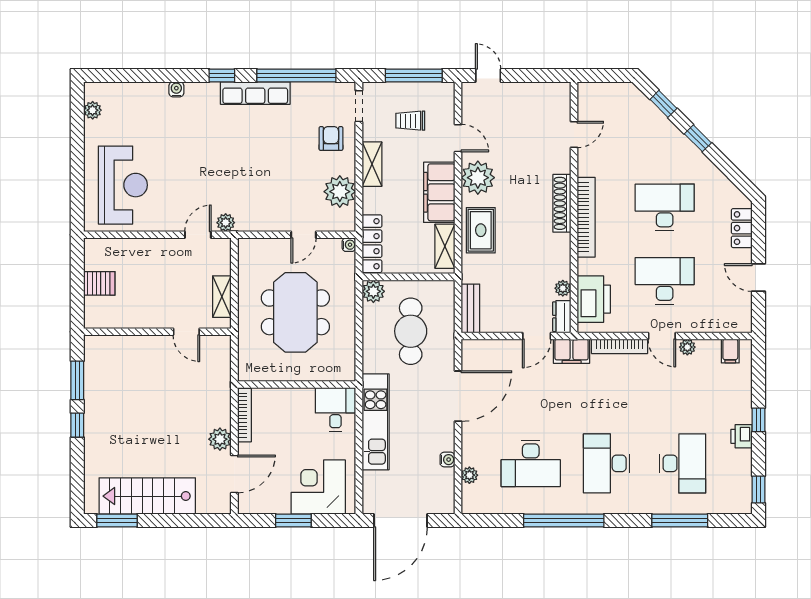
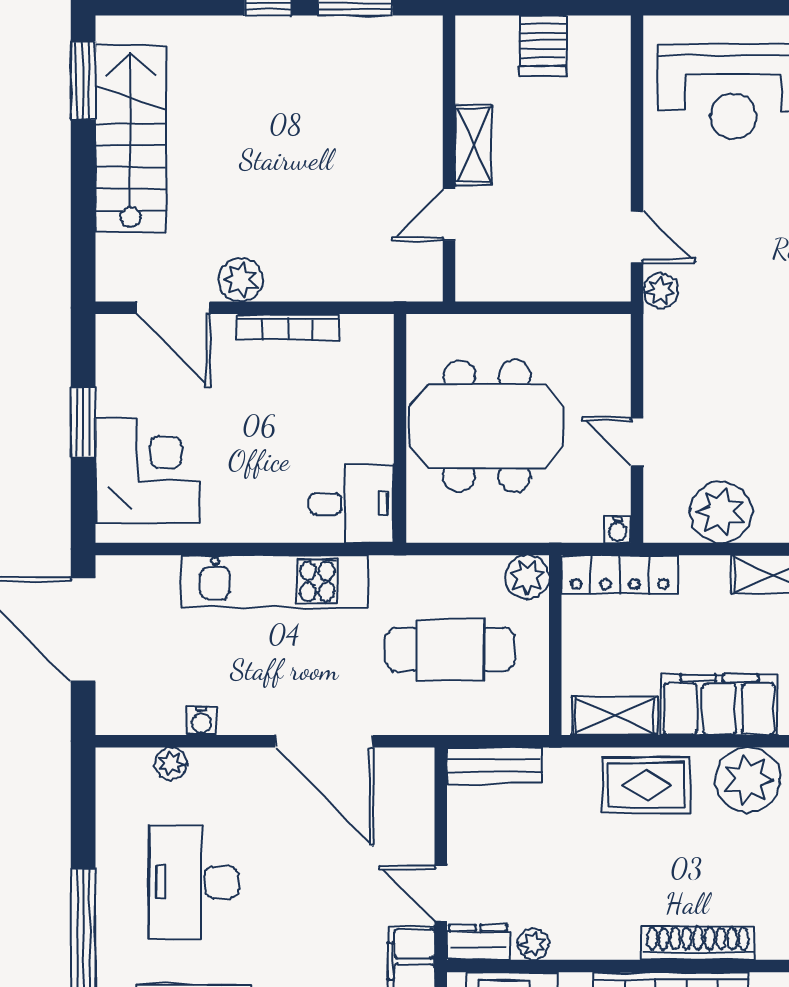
shelving: (222, 297) -> (473, 145), moved, turned 90
wall: (297, 384) -> (400, 428), moved
desk: (335, 409) -> (352, 504), moved

